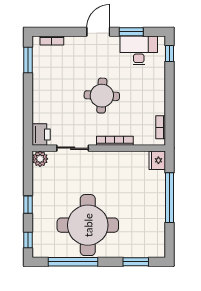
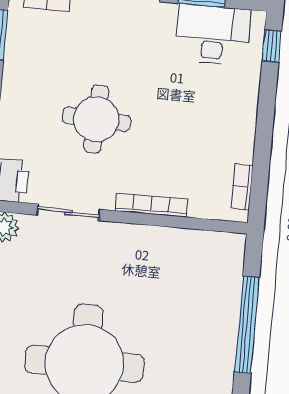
round table: (102, 96) -> (96, 119), moved
fridge: (157, 160) -> (230, 250), removed

